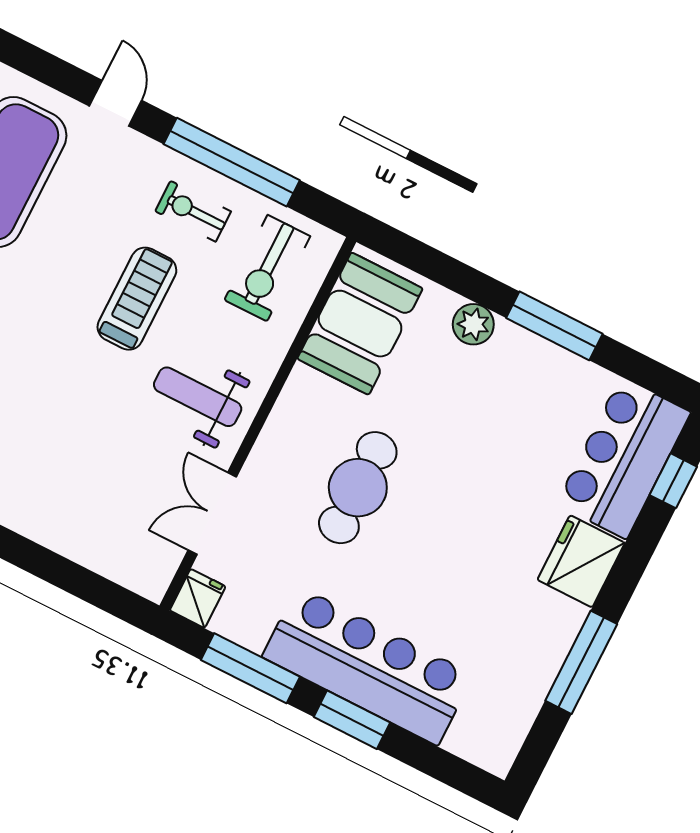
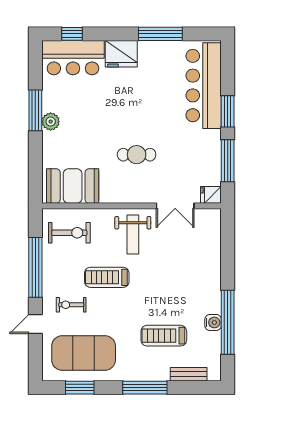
exercise bike: (193, 211) -> (71, 305), moved, turned 90
plant: (473, 324) -> (51, 122), moved
cafe table: (358, 488) -> (137, 155), width x0.73, depth x0.74
bar counter: (368, 666) -> (204, 86), moved

